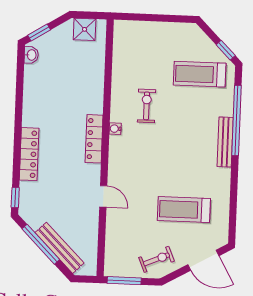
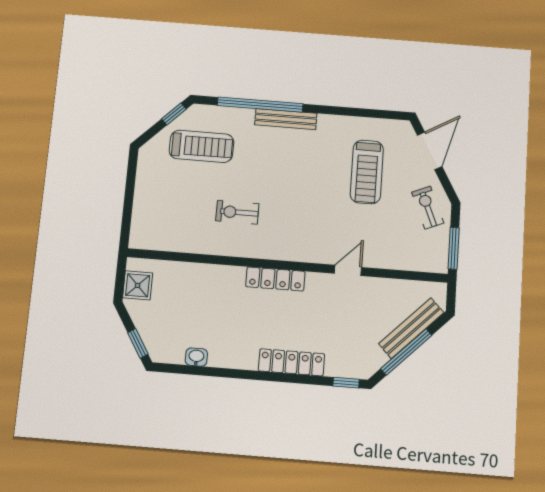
washbasin: (31, 55) -> (196, 357), moved
treadmill: (200, 74) -> (201, 146), turned -90
water cooler: (115, 129) -> (264, 252), removed

